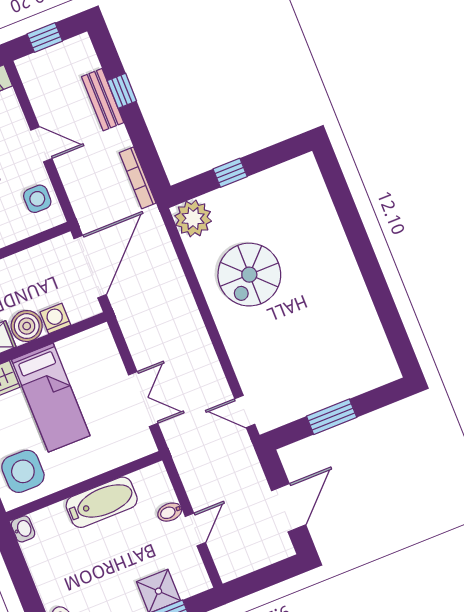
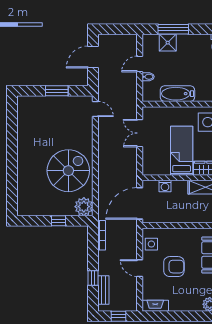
bench: (103, 100) -> (103, 290), moved
spiral stairs: (249, 275) -> (68, 171), width x1.37, depth x1.37
boiler: (27, 326) -> (179, 188), removed

